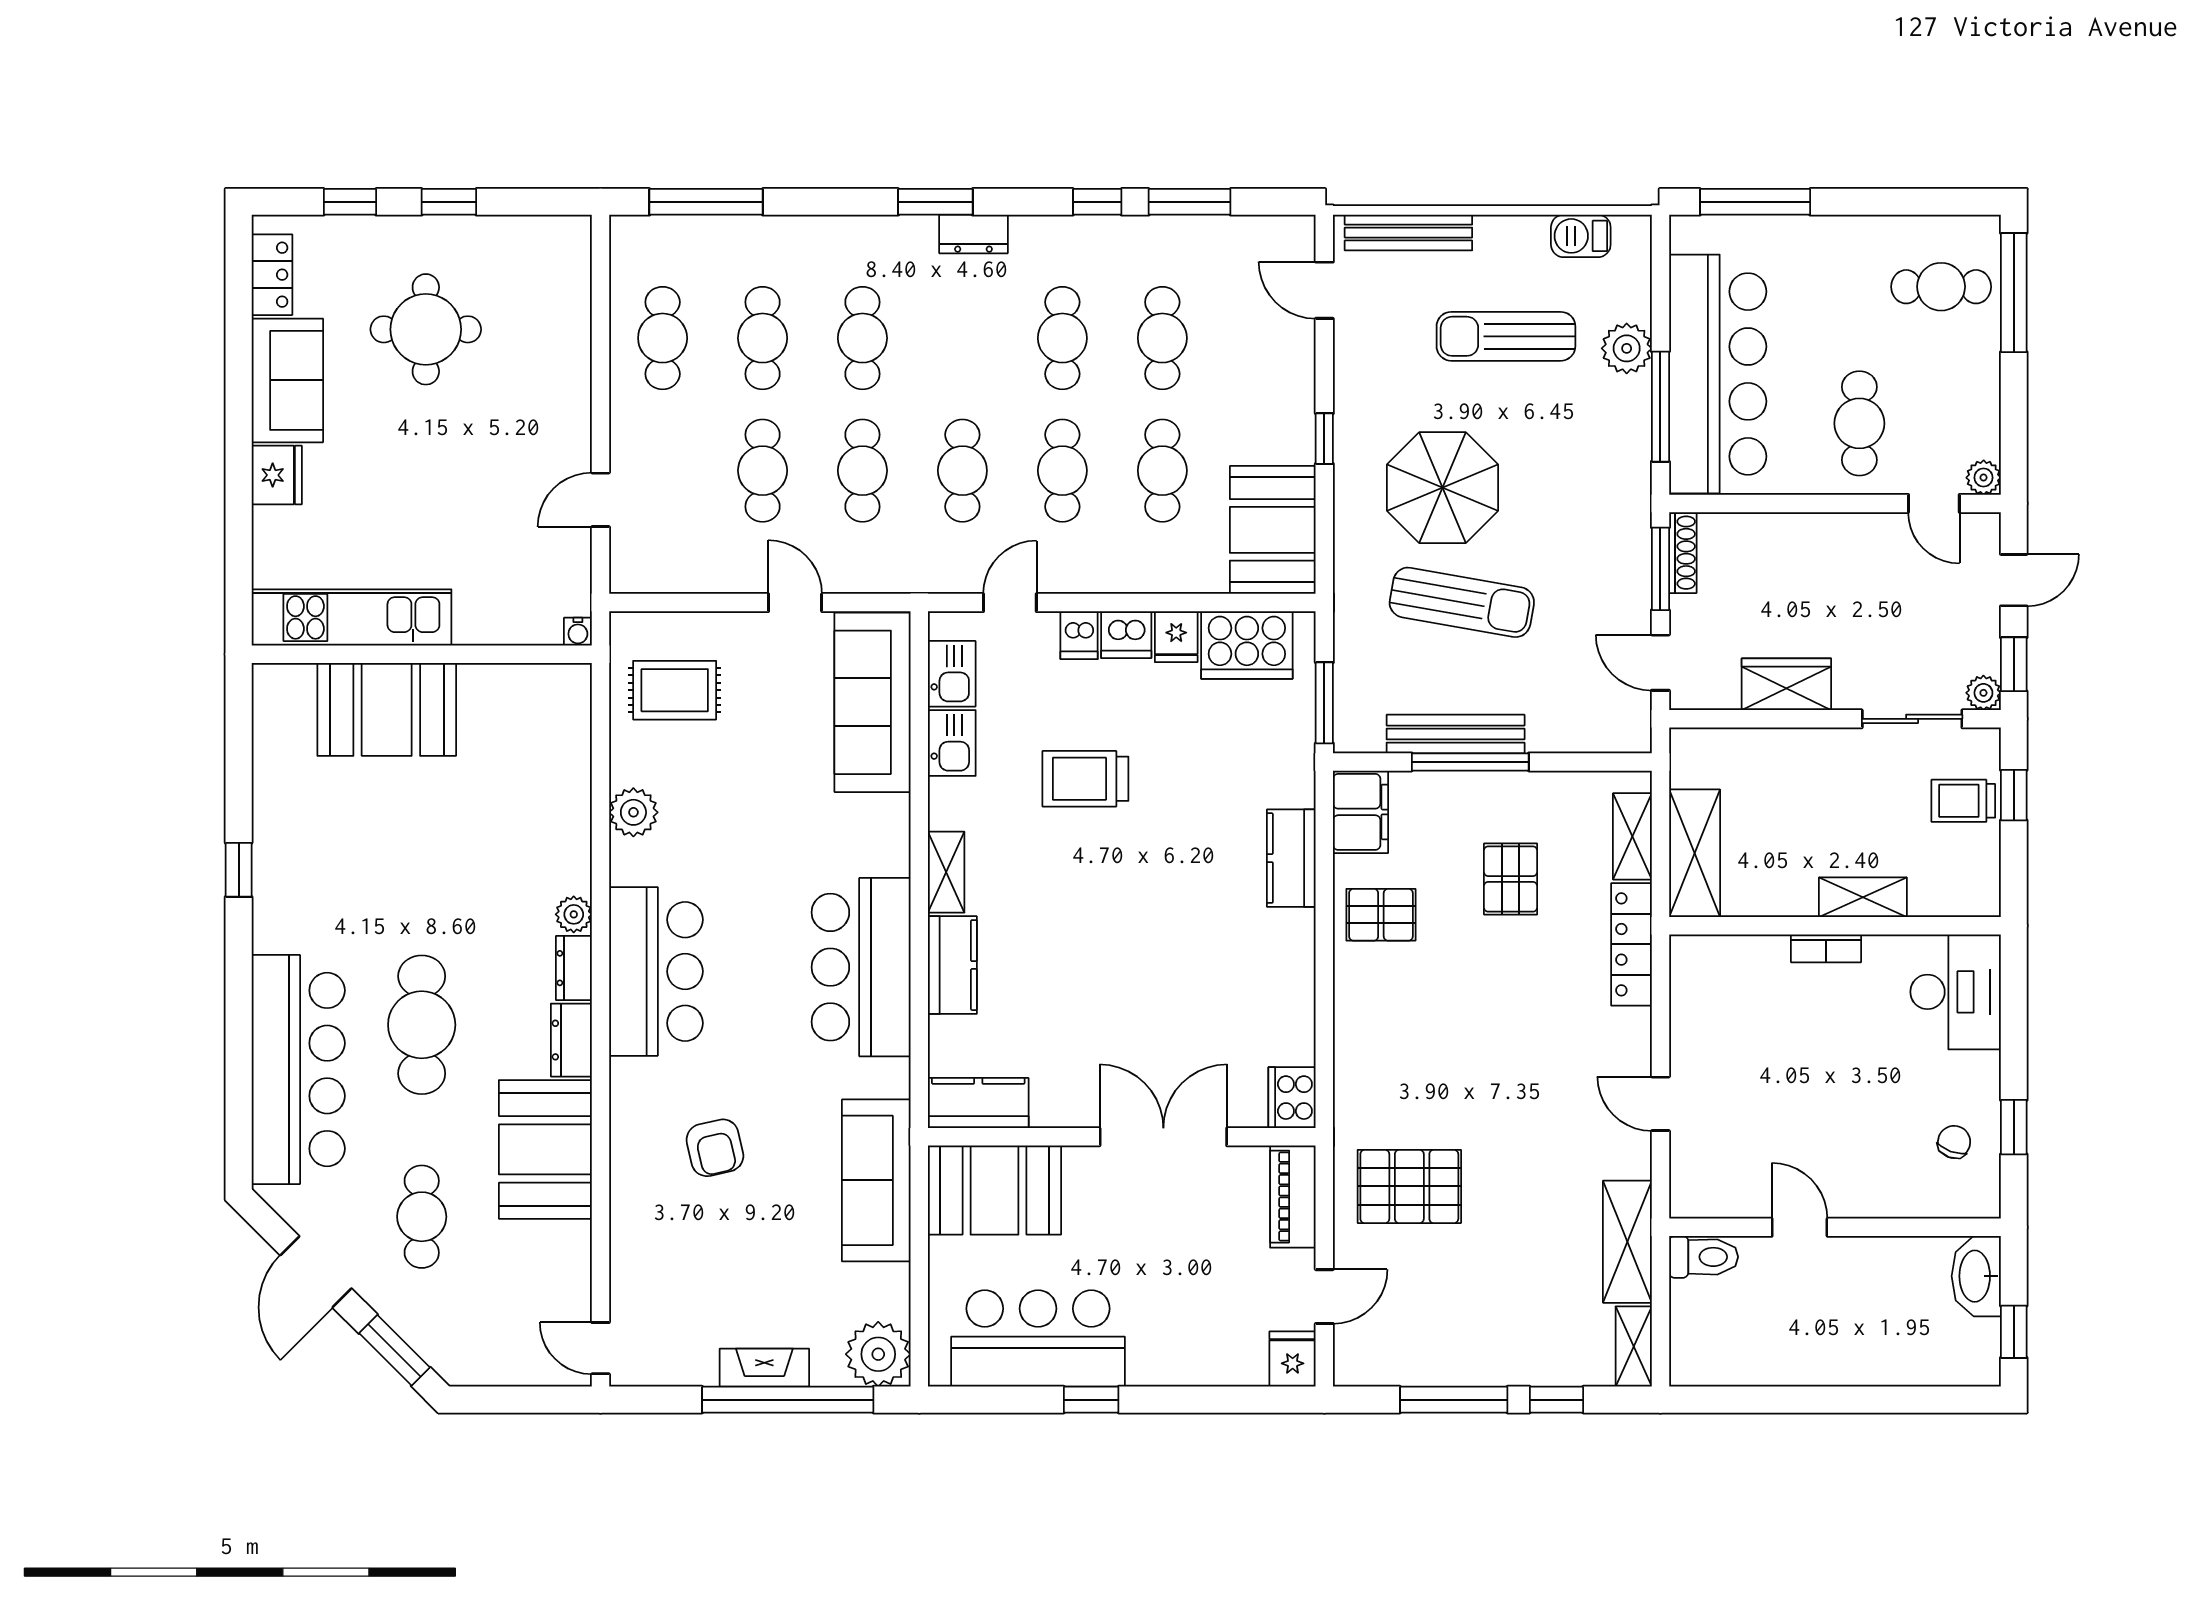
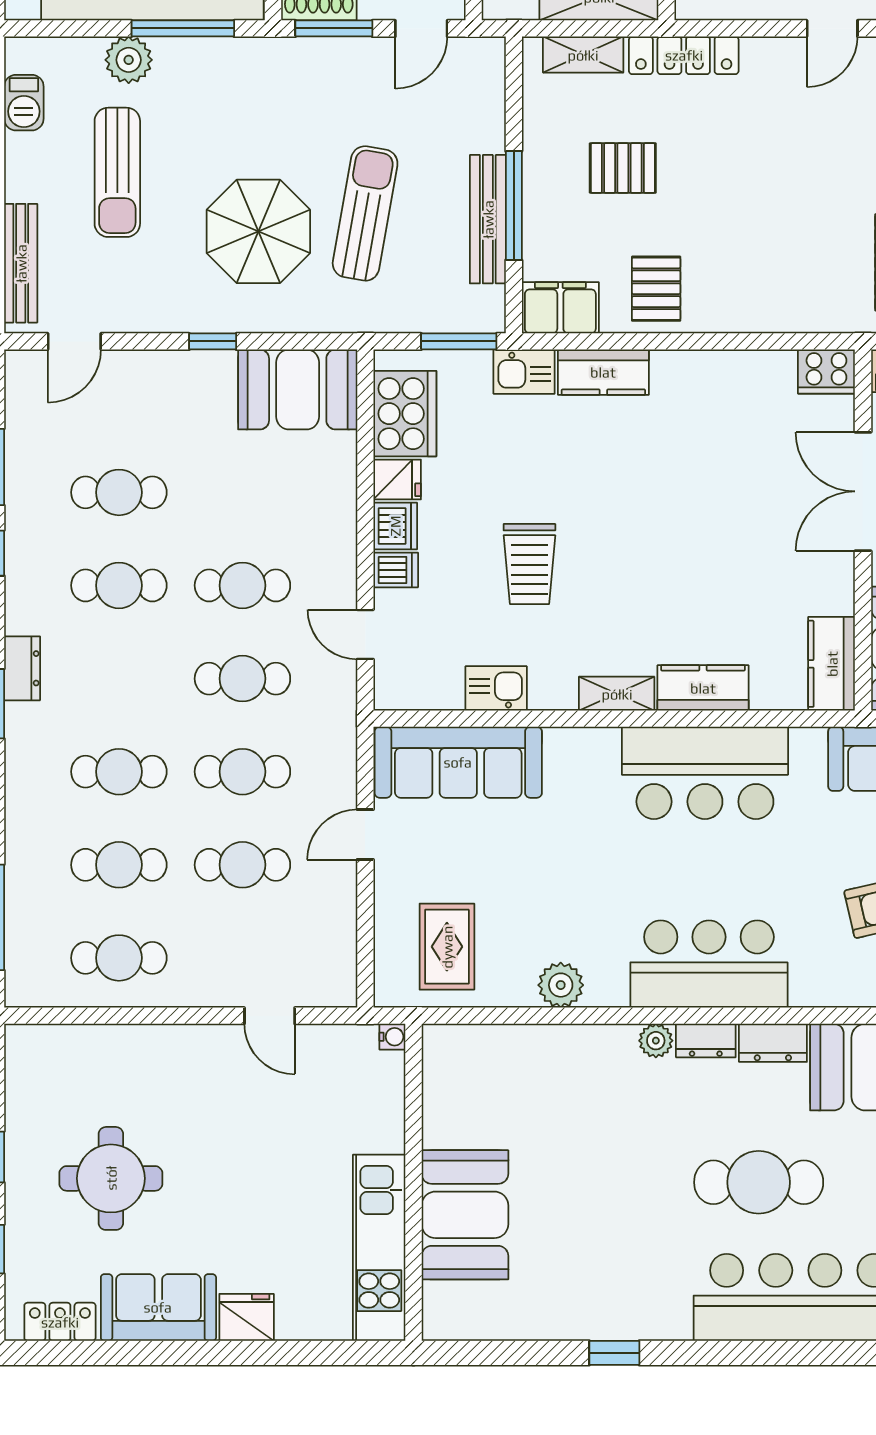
cafe table: (1162, 471) -> (242, 492), removed
kitchen sink: (952, 674) -> (524, 372), moved, turned 180

